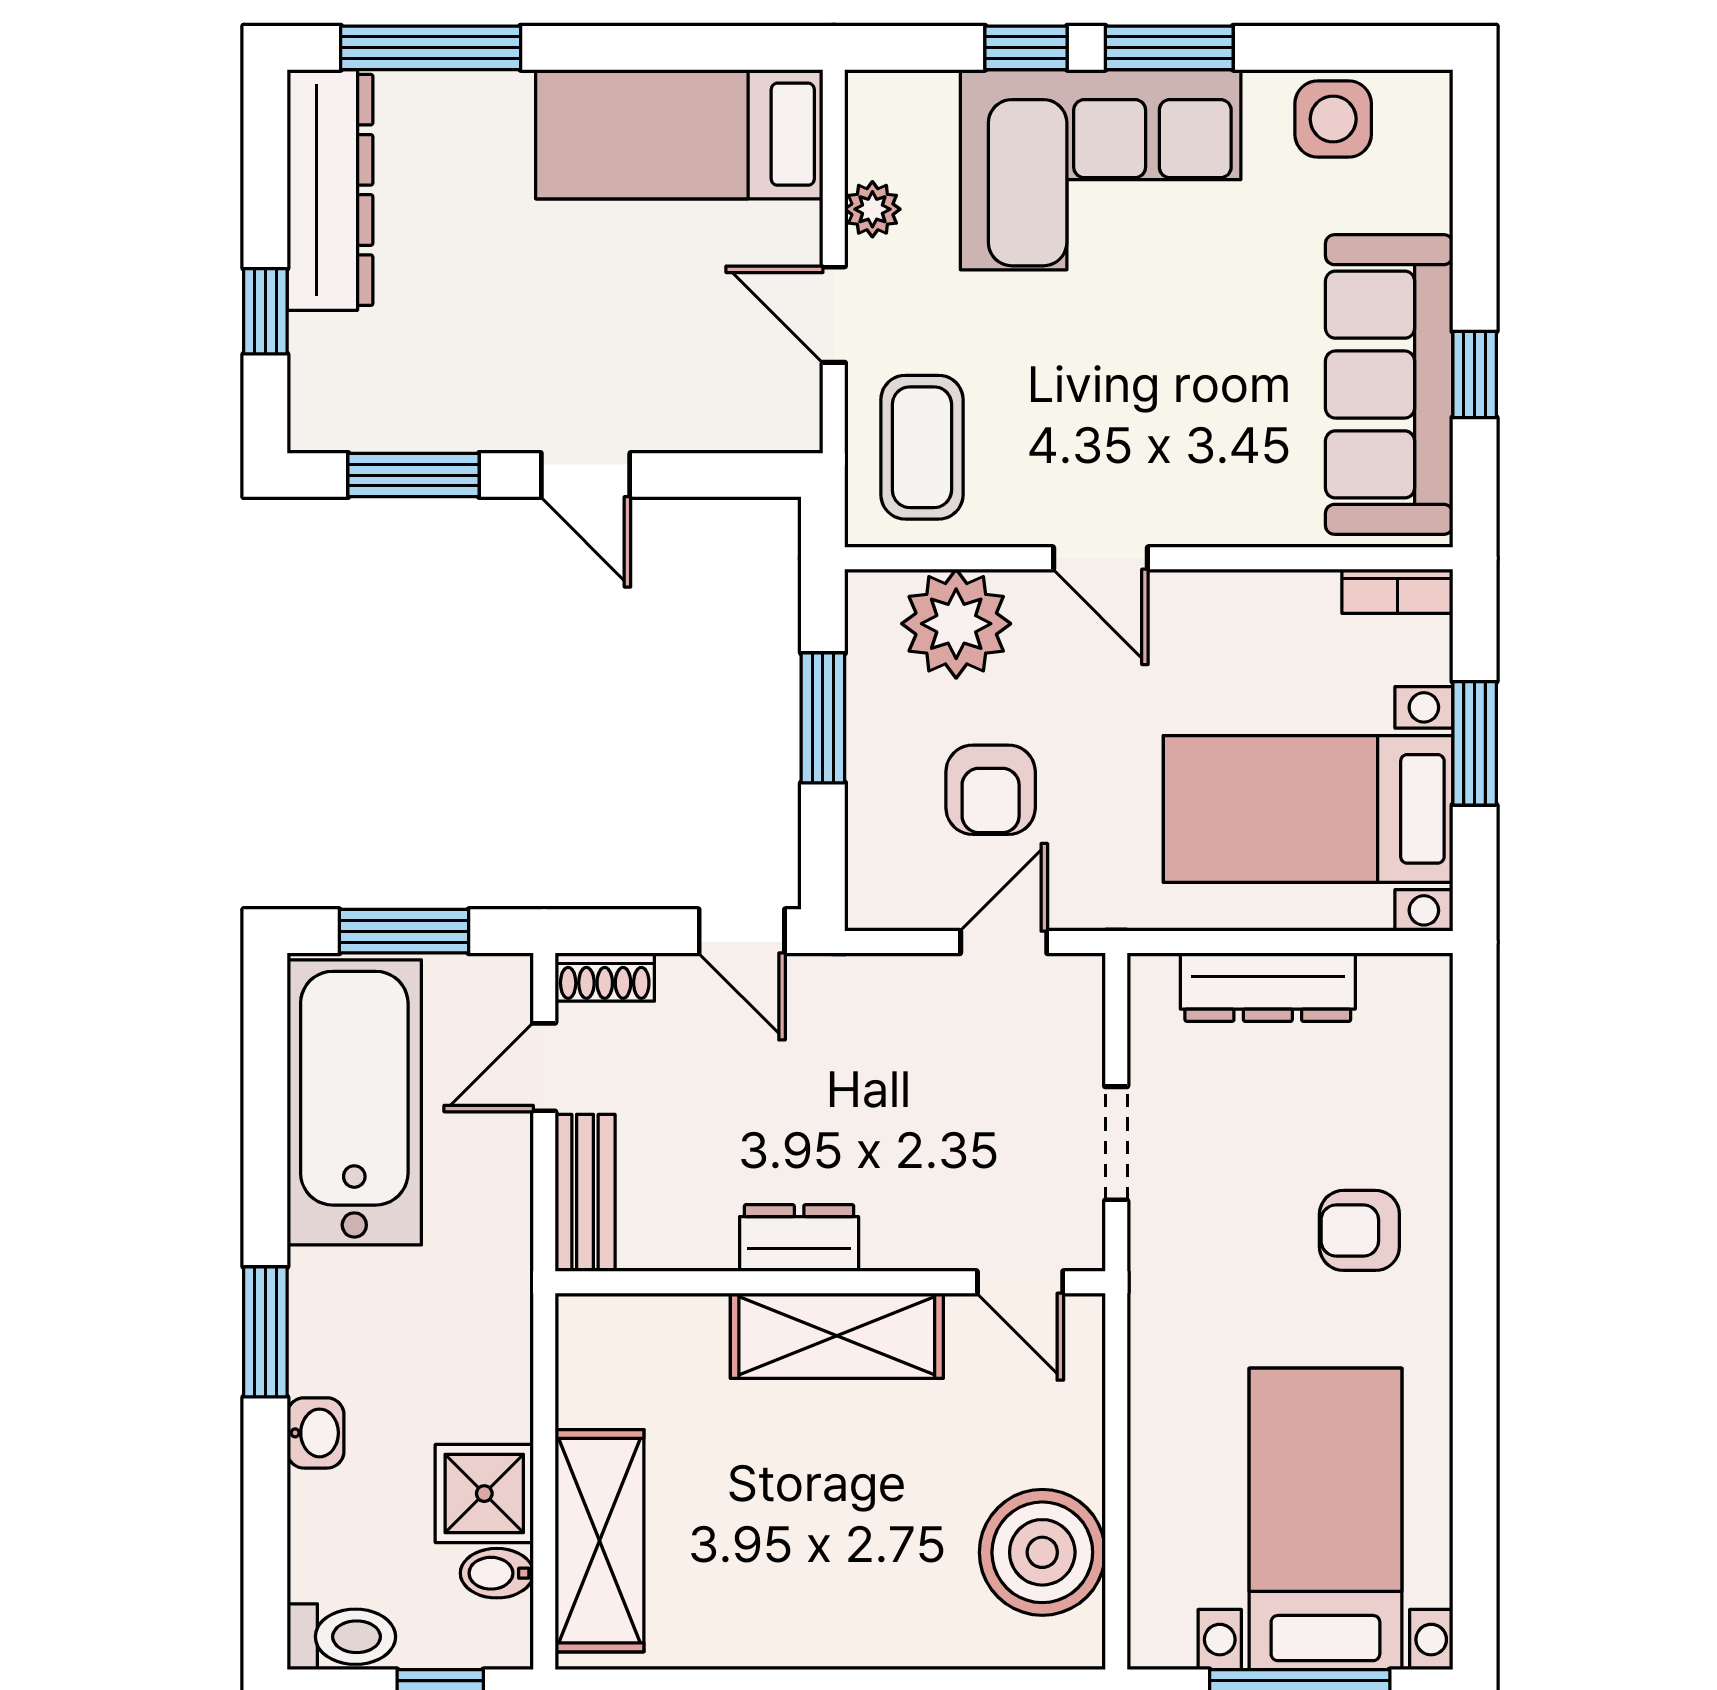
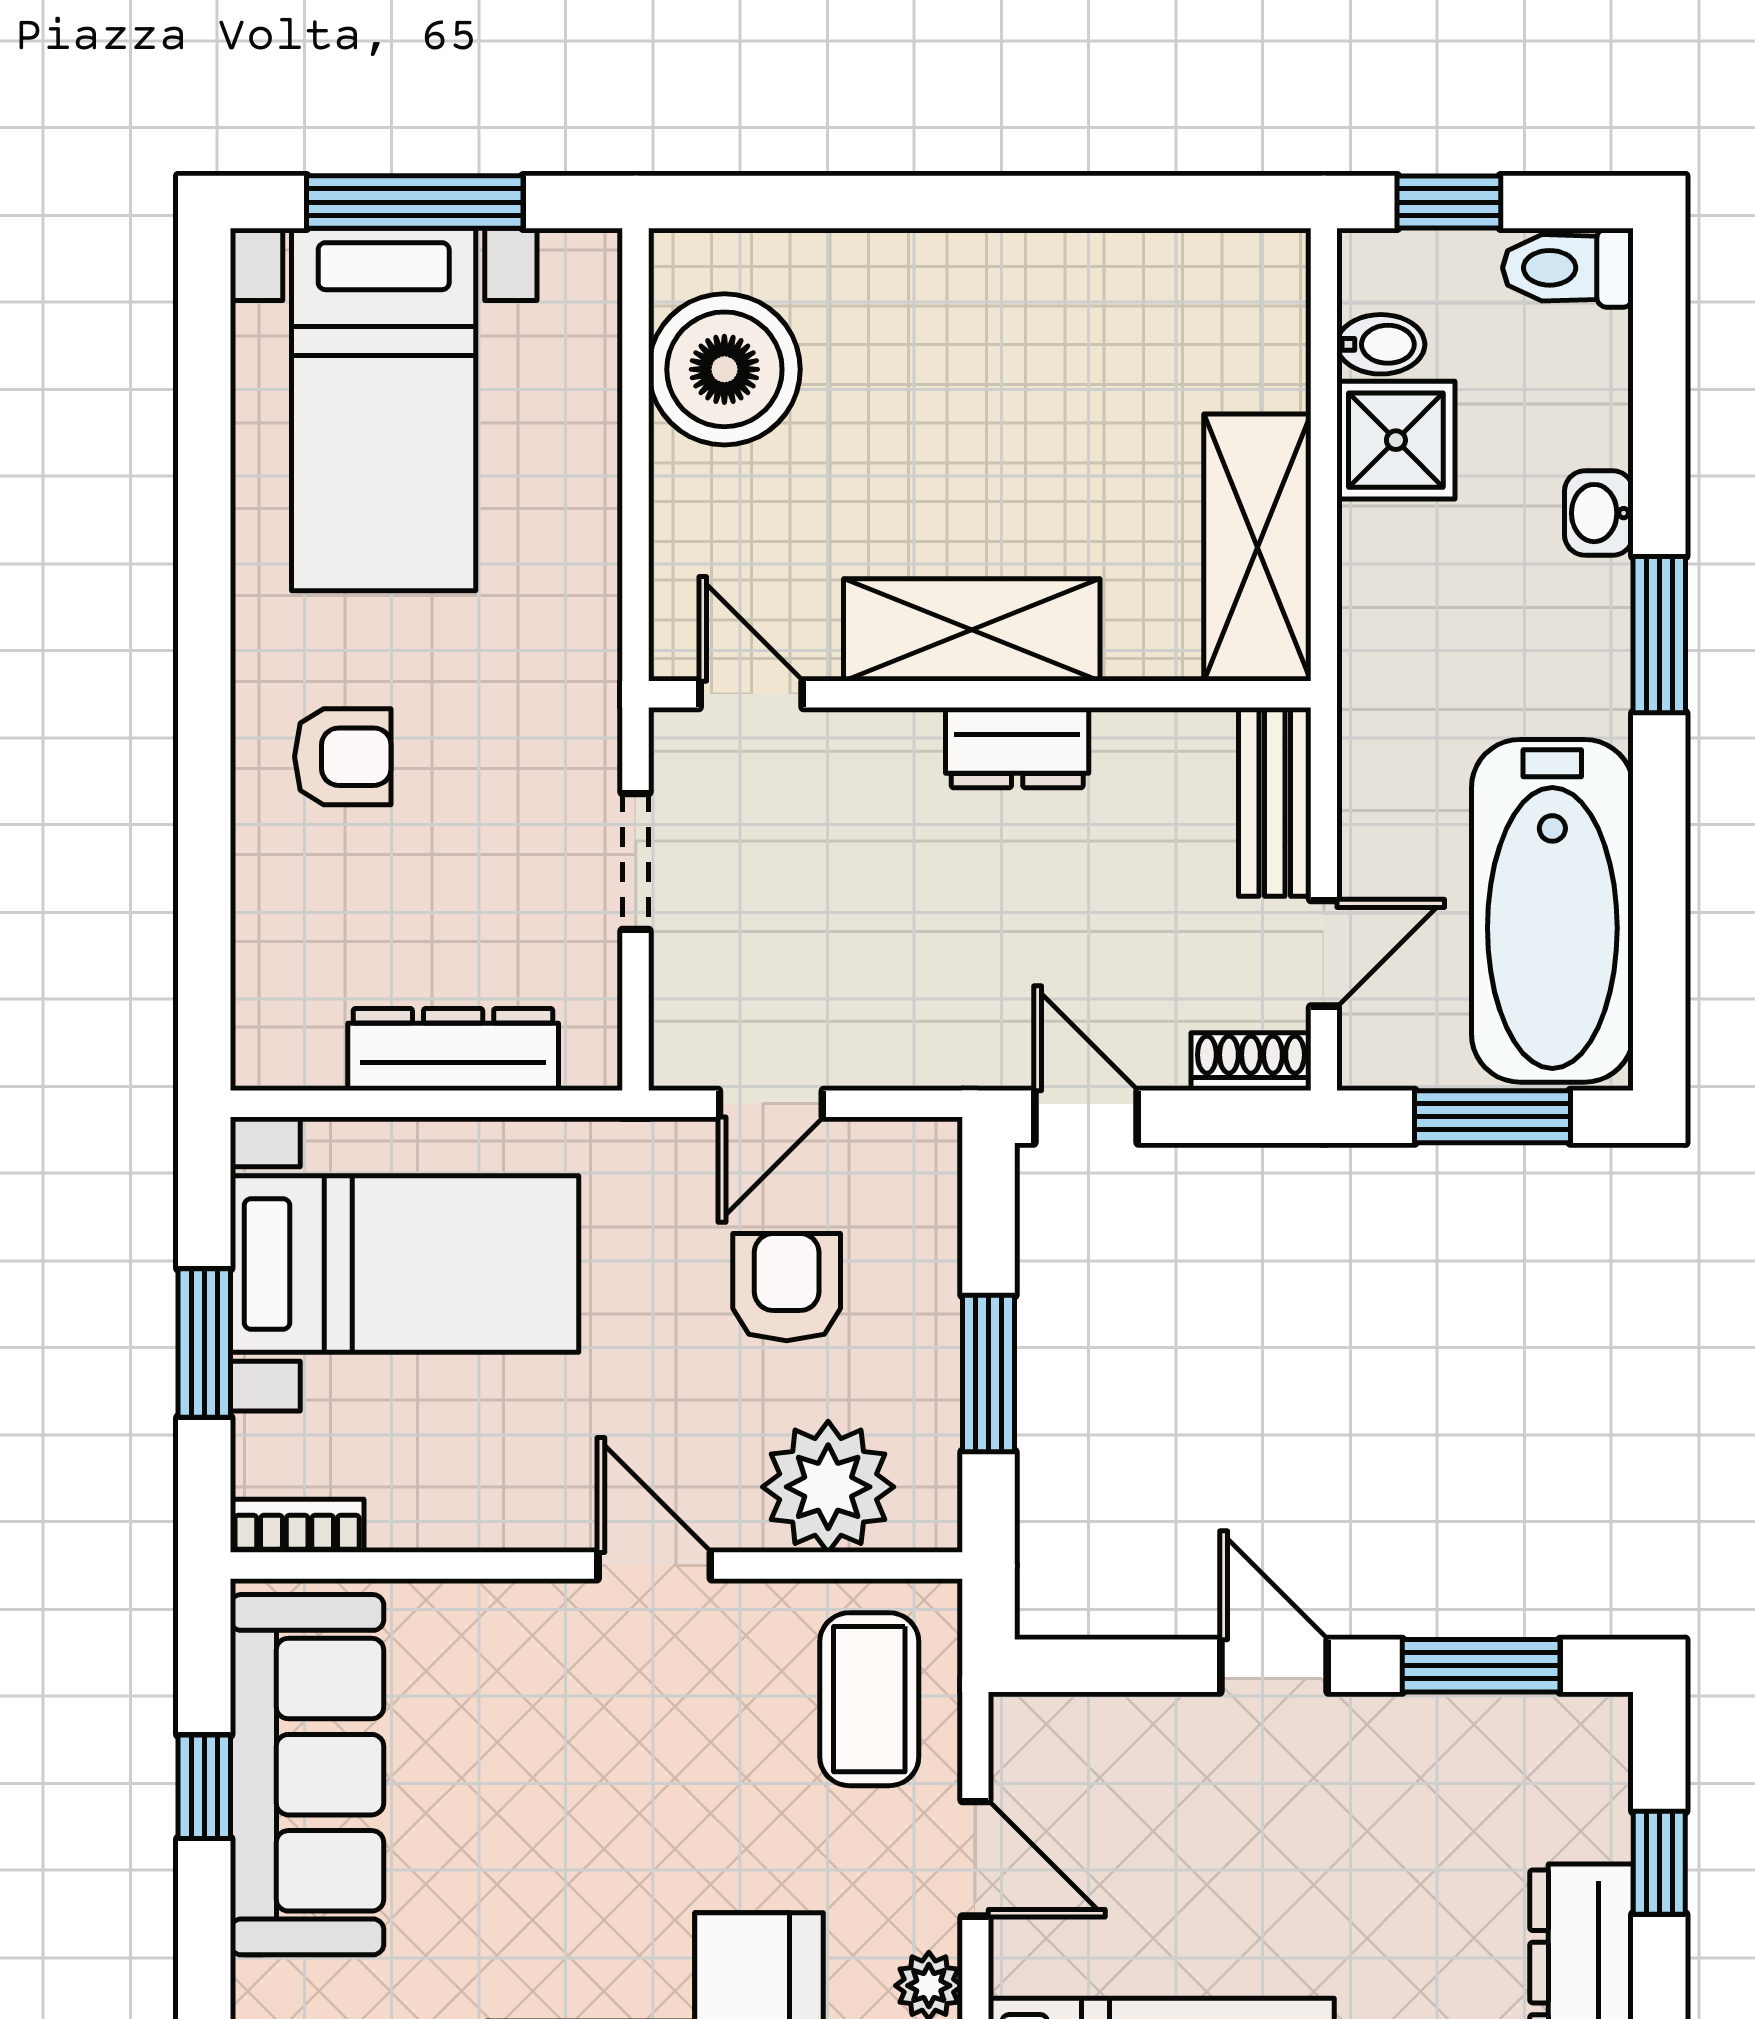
shelving: (599, 1541) -> (1257, 548), moved

